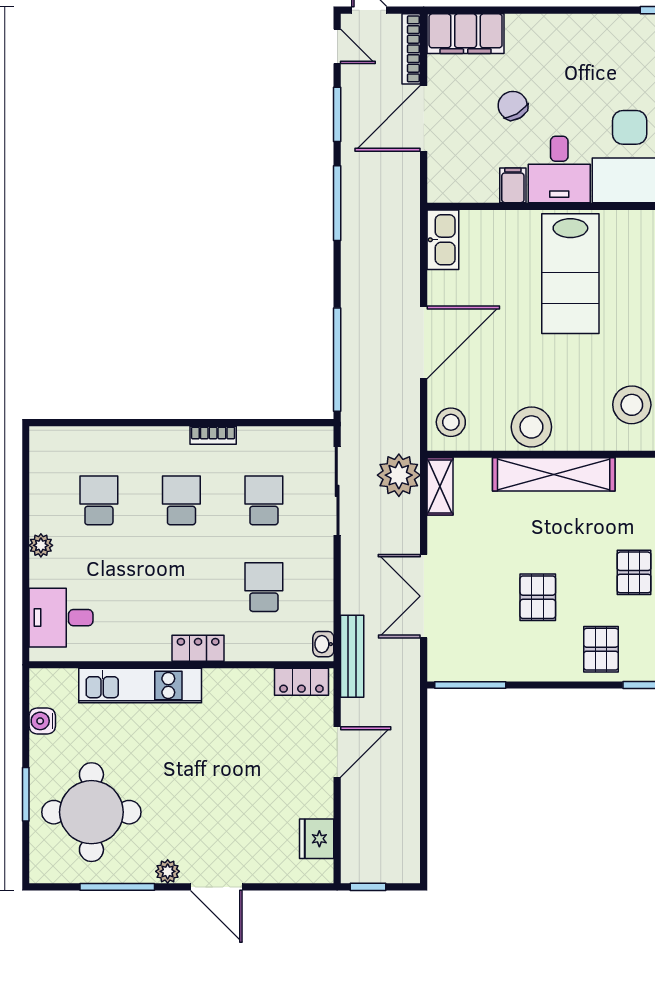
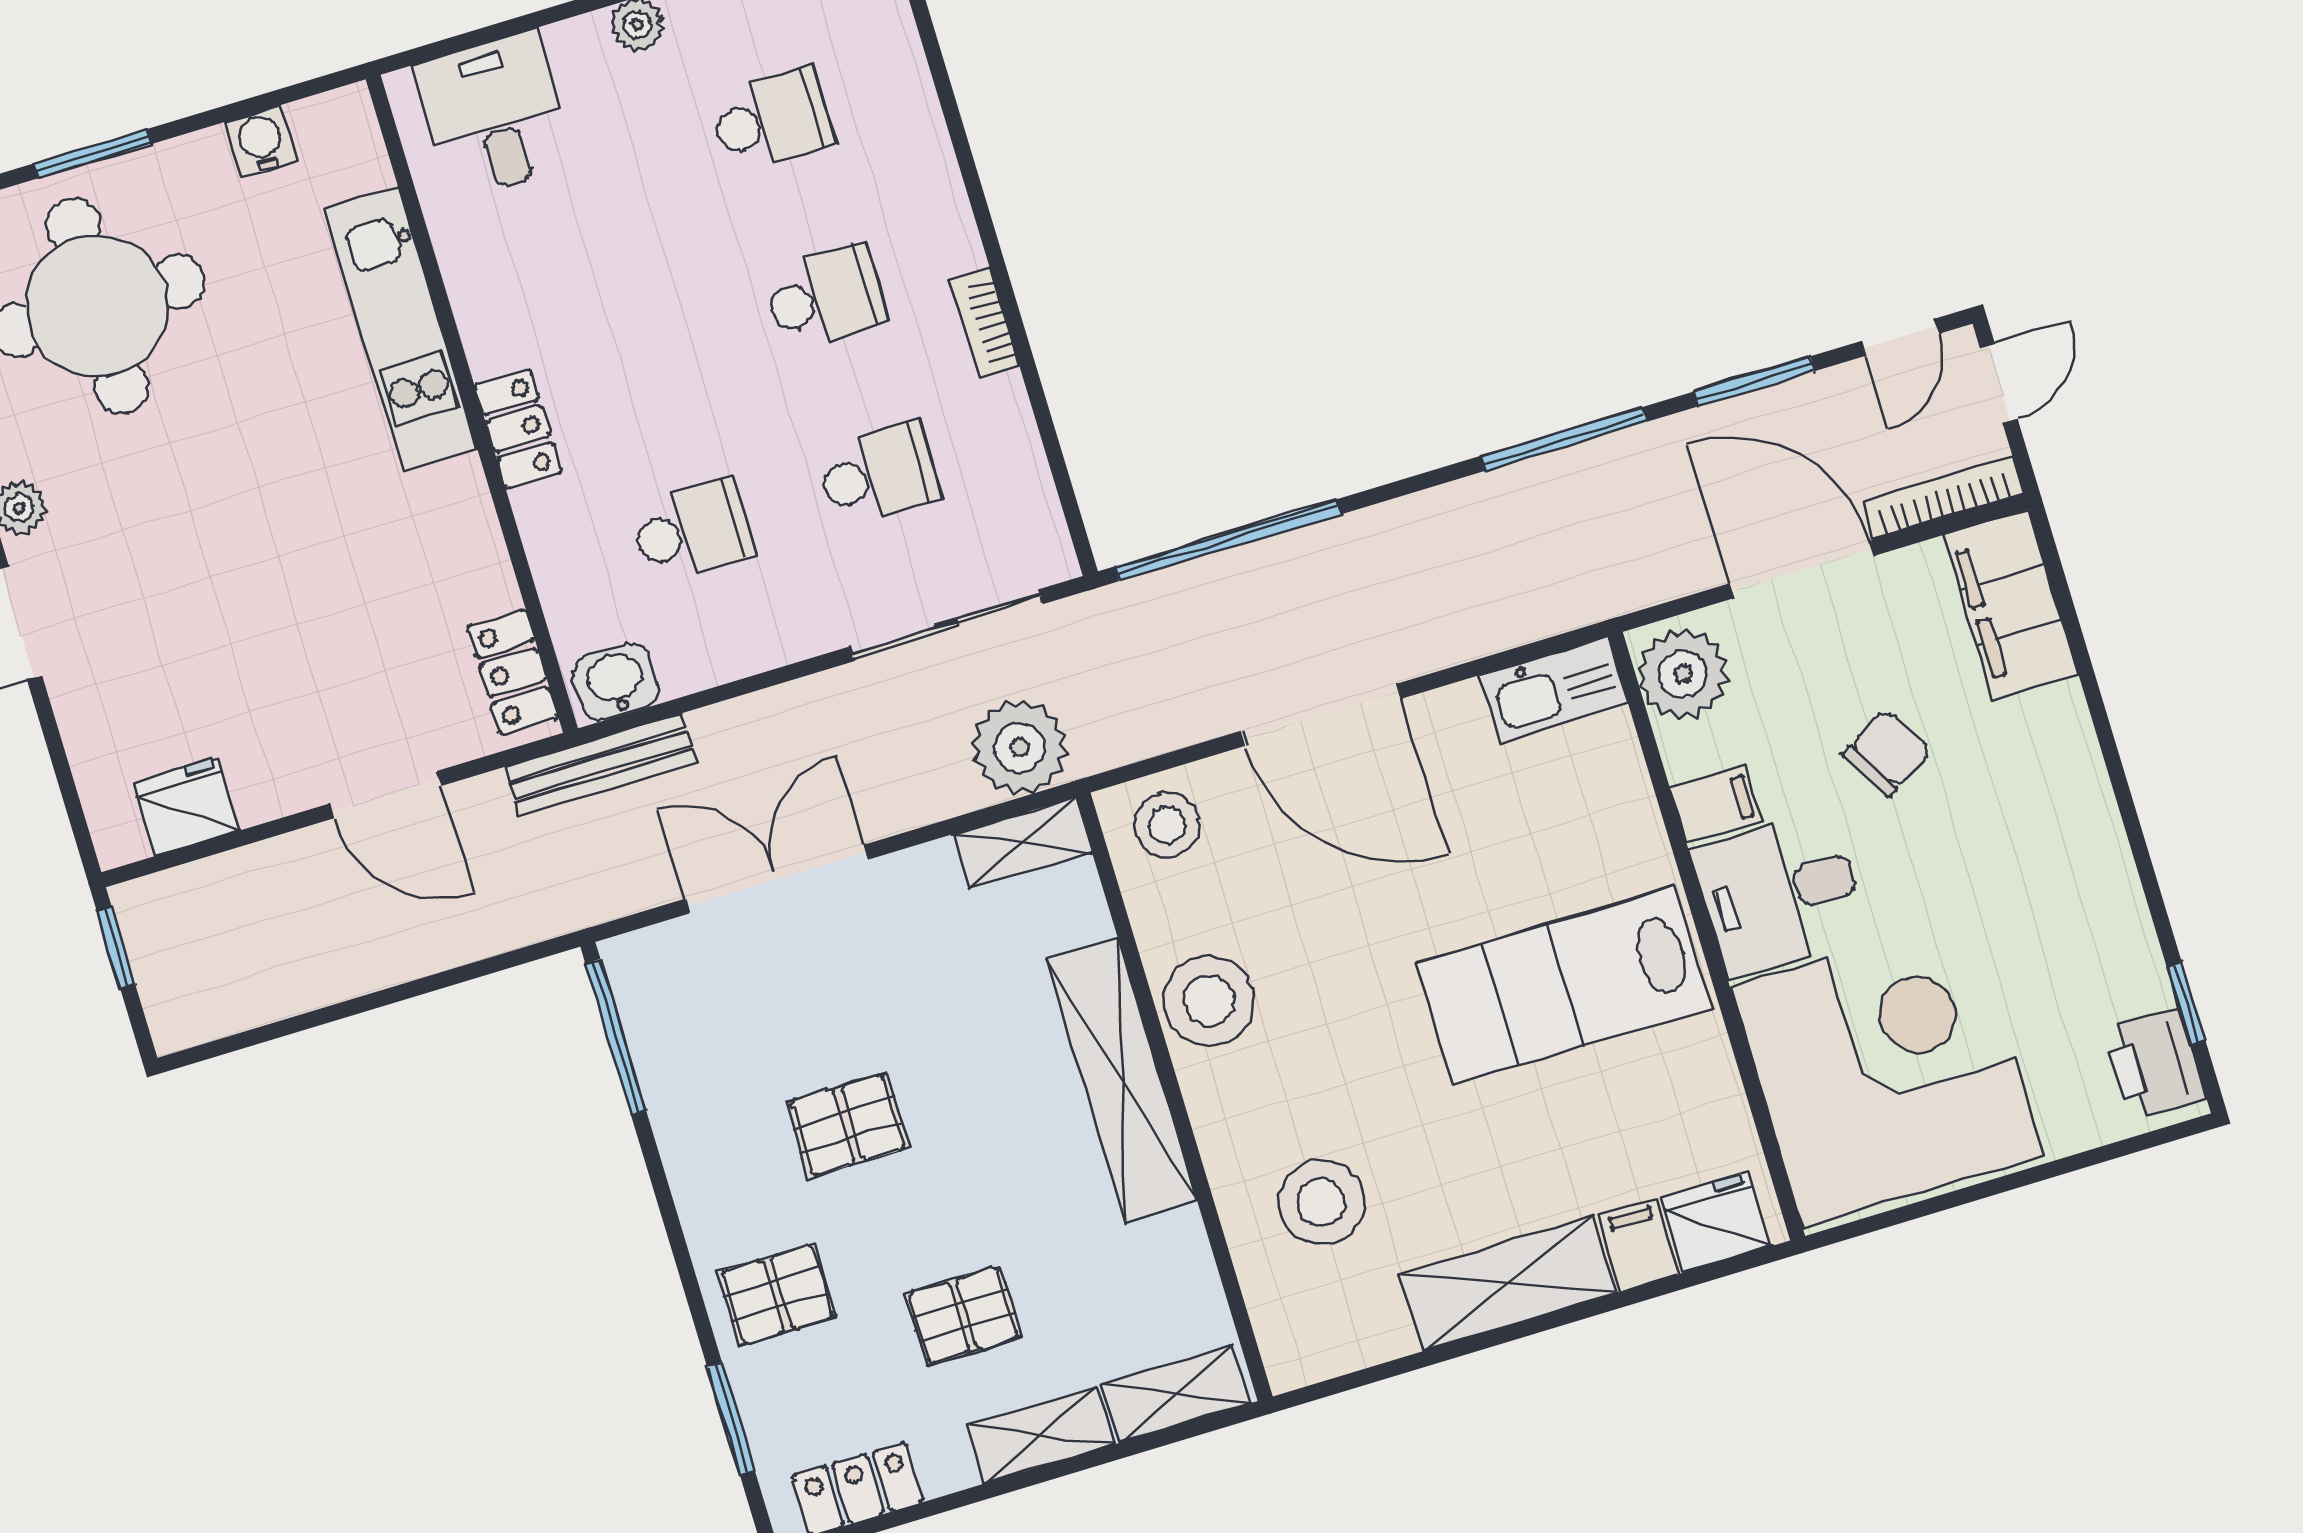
plant: (453, 183) -> (1683, 674), added
washbasin: (323, 644) -> (616, 682), width x1.38, depth x1.45

